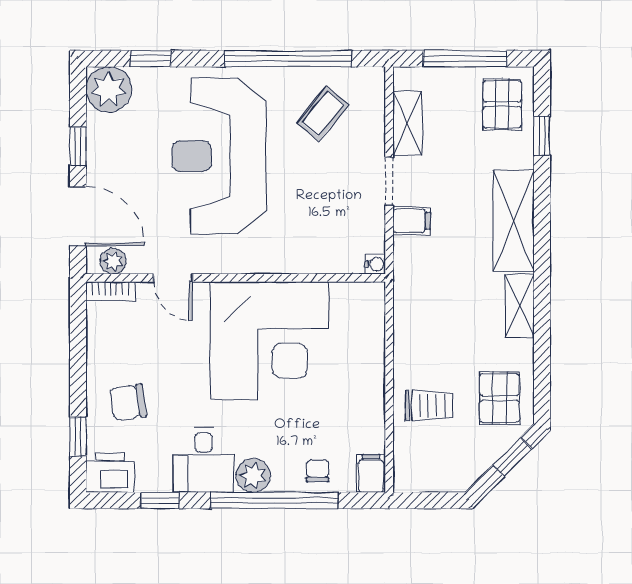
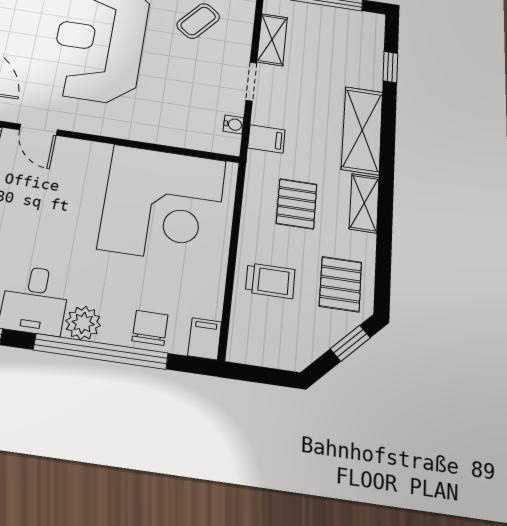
pallet: (502, 104) -> (297, 204), moved
filing cabinet: (412, 221) -> (266, 139), moved
water cooler: (375, 264) -> (233, 124), moved
corner desk: (270, 341) -> (163, 204), moved
chair: (317, 471) -> (150, 328), width x1.37, depth x1.37

